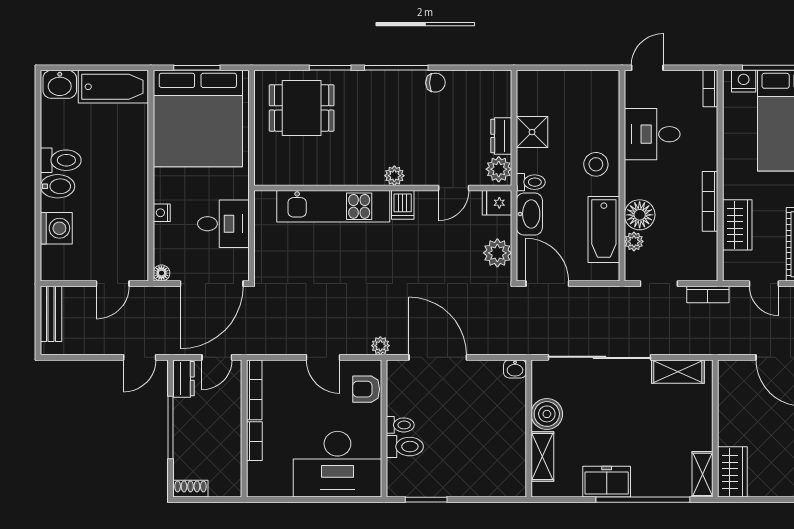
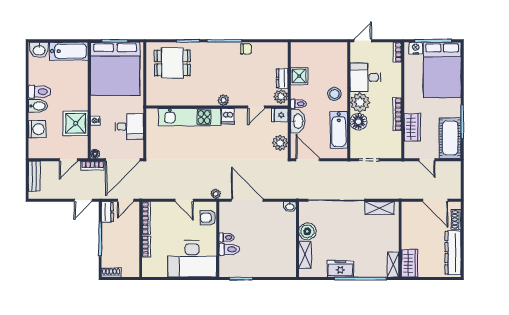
shower: (126, 218) -> (76, 123), added
plant: (634, 241) -> (360, 102), moved, width x1.88, depth x1.88
bookcase: (708, 295) -> (92, 166), moved

